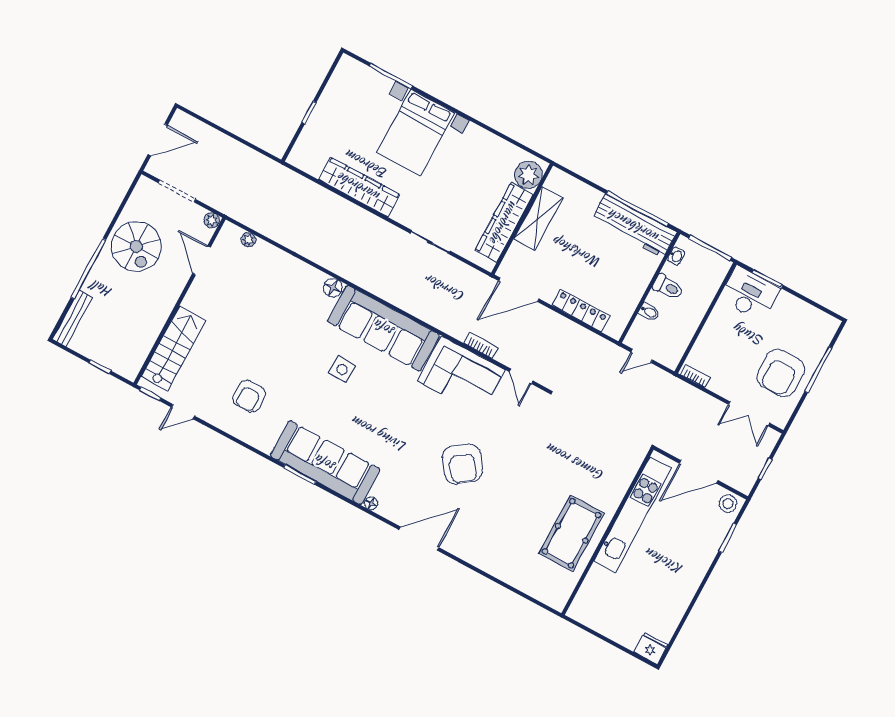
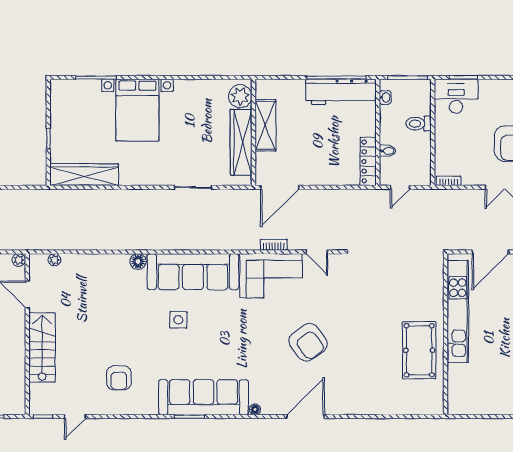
wardrobe: (359, 187) -> (84, 175), moved
toilet: (668, 287) -> (419, 124), moved, turned 180
locker: (581, 310) -> (368, 161), moved, turned -90
stairs: (174, 348) -> (42, 347), moved

